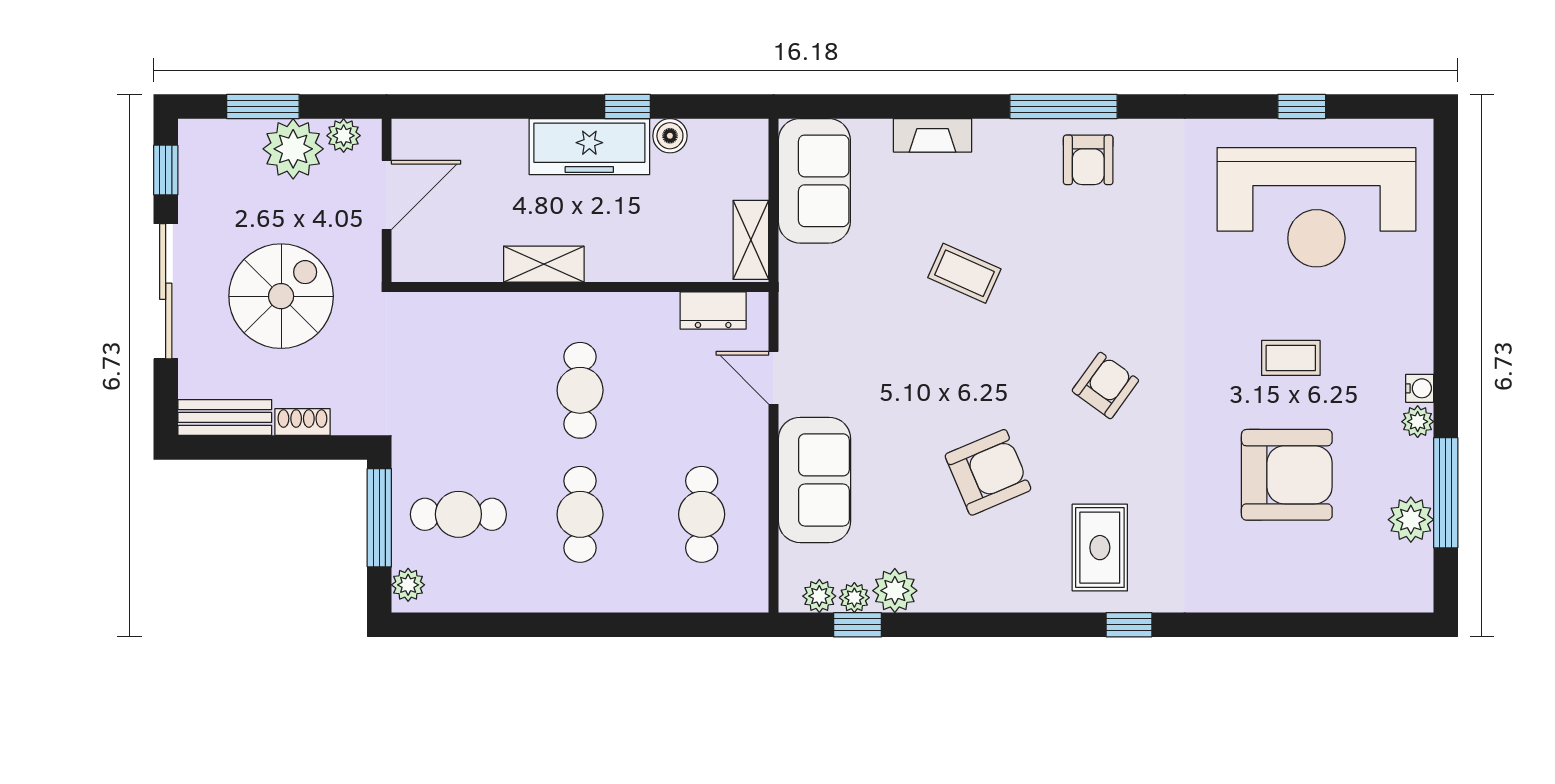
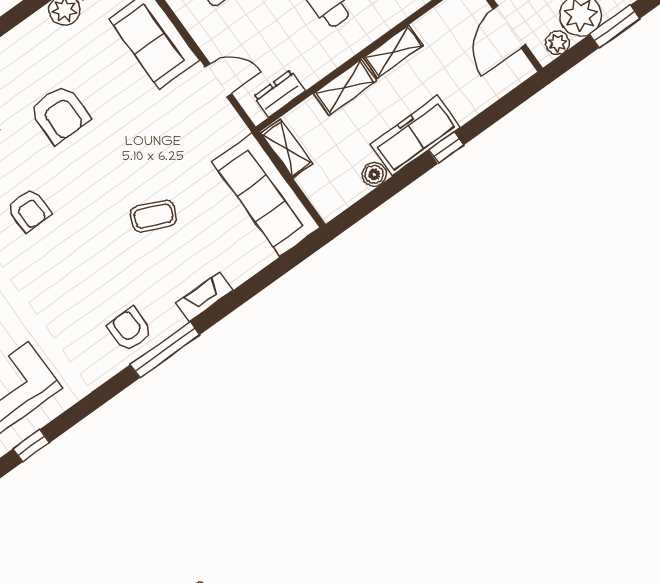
window: (628, 107) -> (446, 148), moved
fireplace: (933, 135) -> (204, 297), moved
sofa: (814, 181) -> (266, 195), width x1.36
shelving: (631, 263) -> (345, 87), added
armchair: (1105, 385) -> (29, 210), turned -36
armchair: (988, 472) -> (60, 114), turned -67

